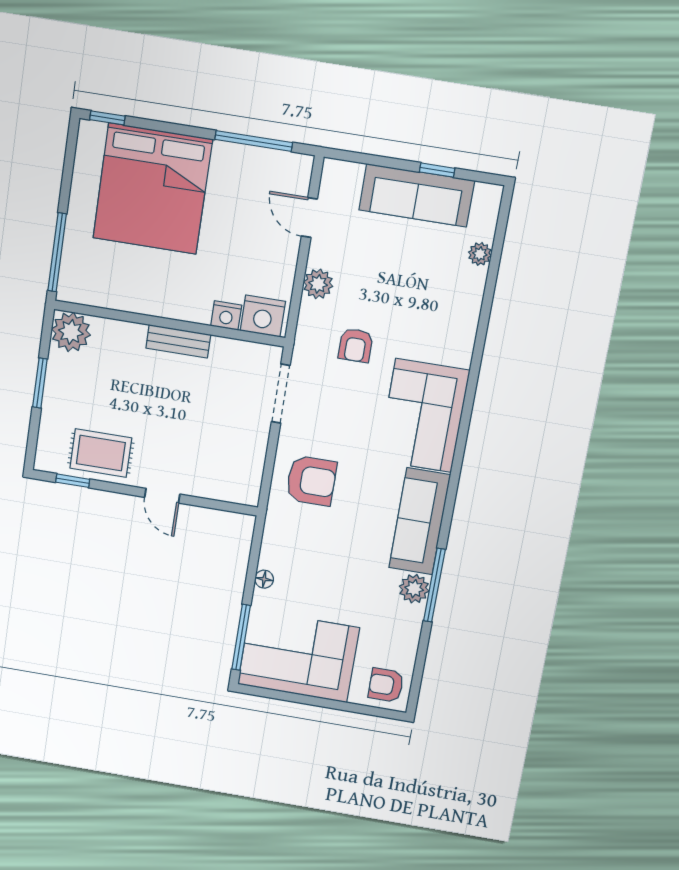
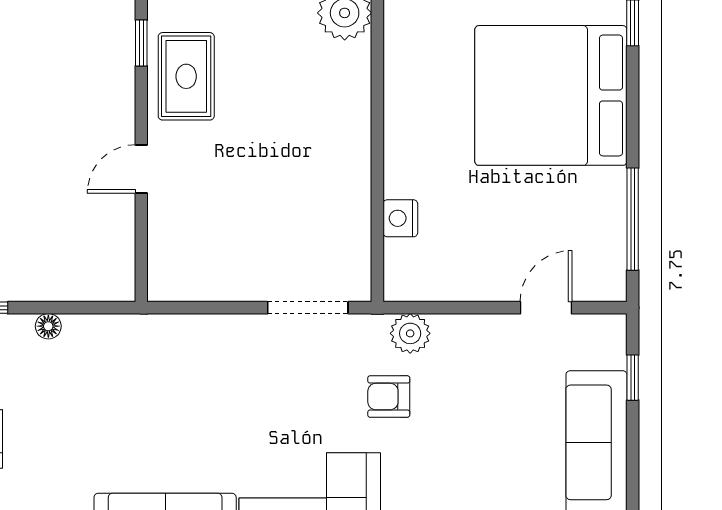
window: (437, 170) -> (633, 378), moved
plant: (318, 284) -> (410, 333), moved
nightstand: (263, 316) -> (408, 267), removed
bench: (178, 341) -> (356, 159), removed
armchair: (311, 481) -> (196, 368), removed

